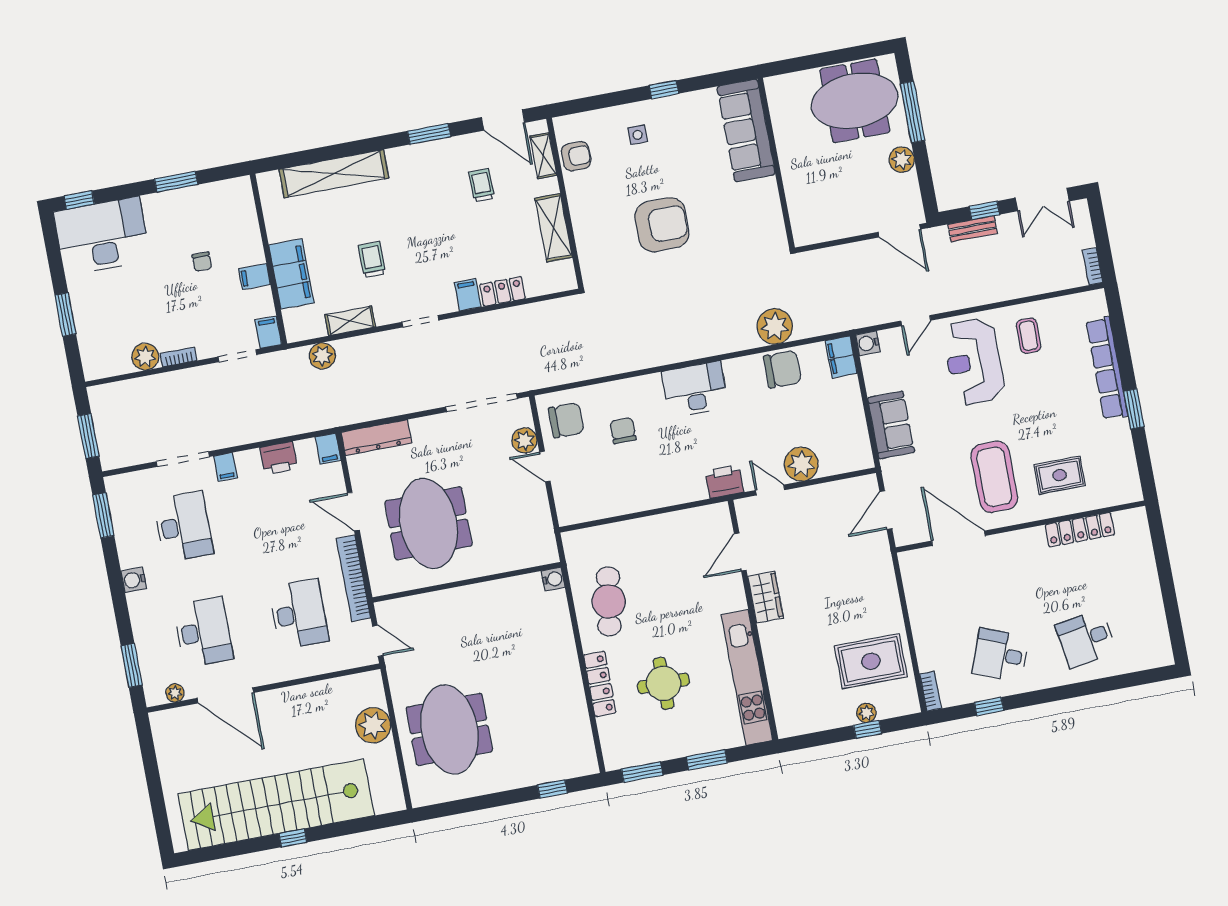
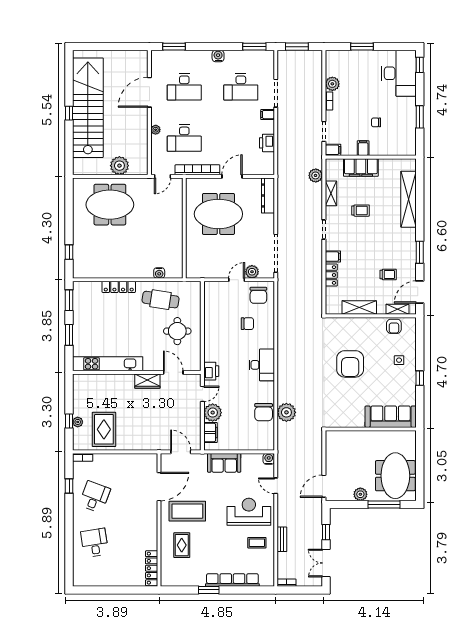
bench: (973, 229) -> (282, 539), moved
filing cabinet: (841, 357) -> (210, 432), moved, turned 90
filing cabinet: (328, 449) -> (267, 169), removed
locker: (1080, 530) -> (152, 568), moved
water cooler: (553, 579) -> (159, 273), moved
round table: (663, 683) -> (177, 331), moved
plant: (175, 693) -> (156, 130), moved

